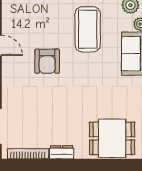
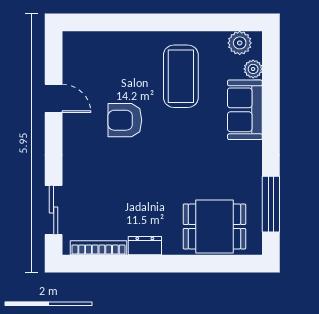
armchair: (47, 61) -> (125, 120), turned 90

